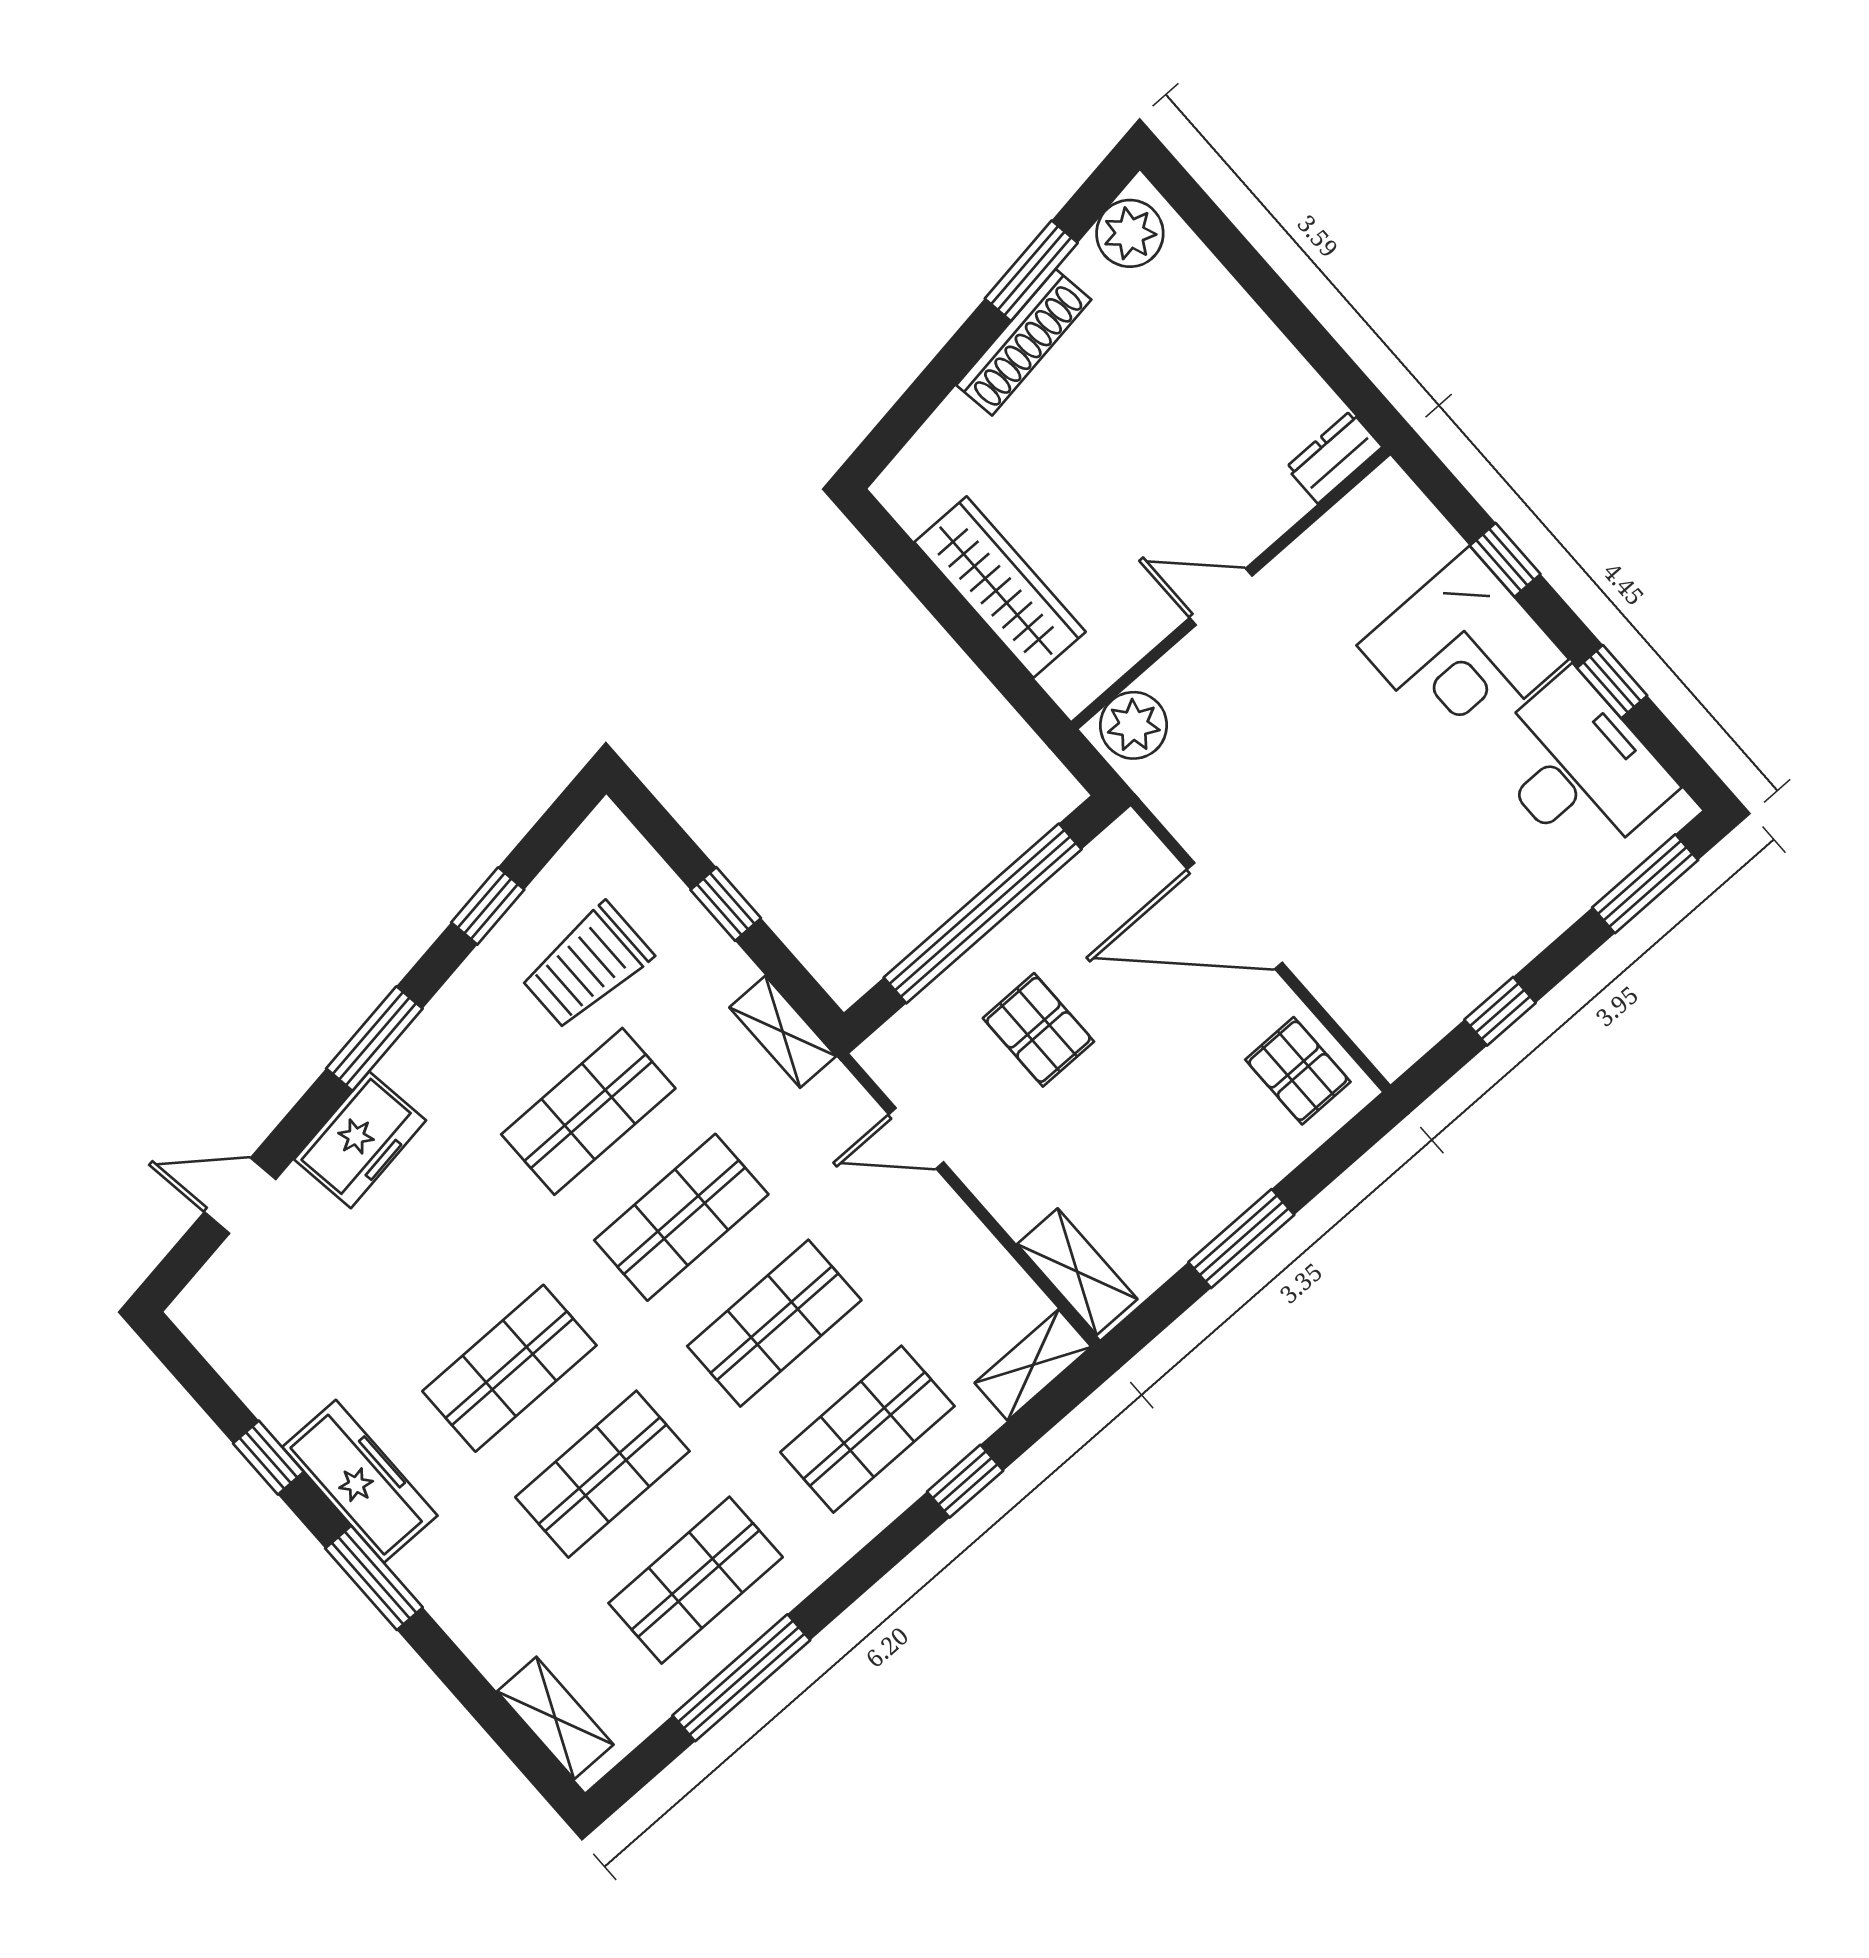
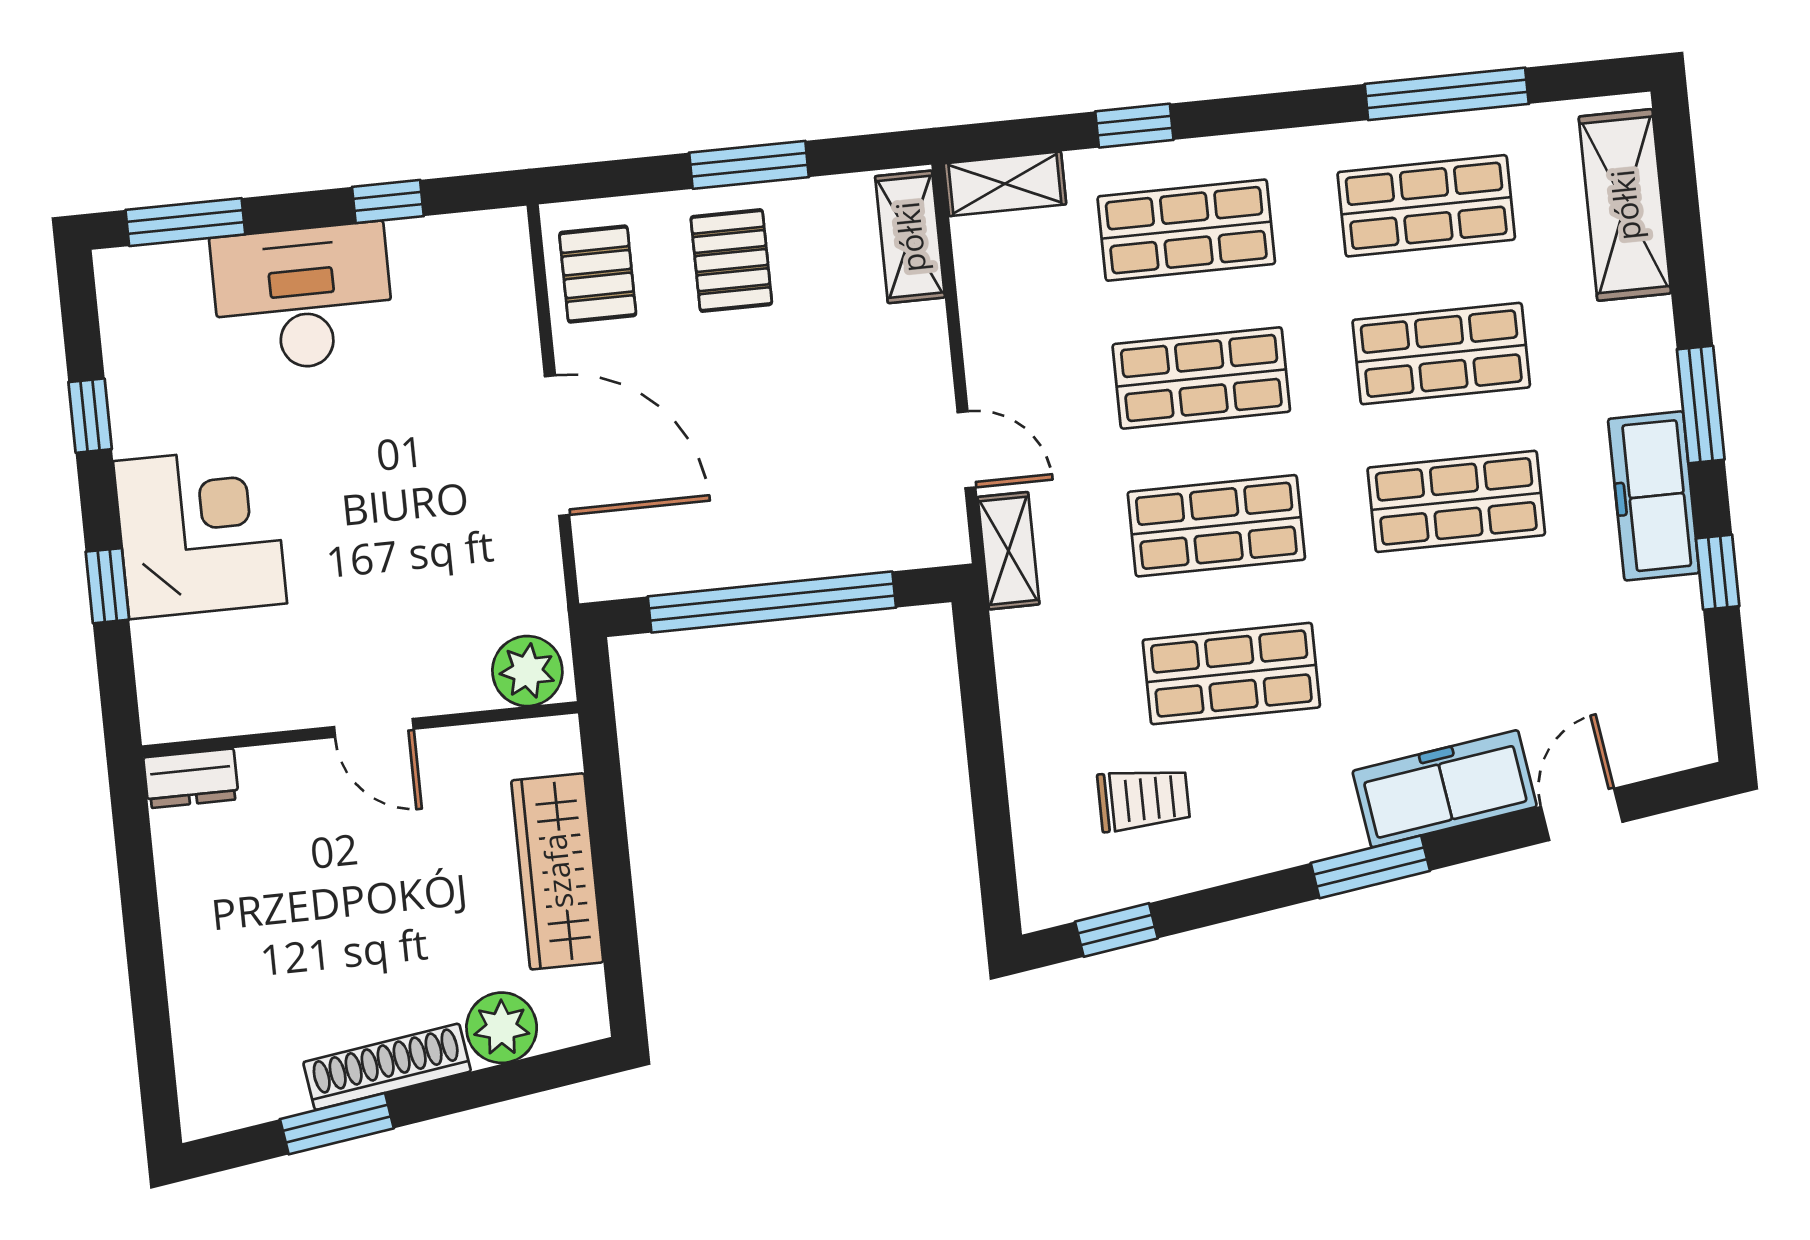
plant: (1130, 233) -> (502, 1028), moved
desk: (1578, 768) -> (303, 298), moved, turned 90
window: (726, 904) -> (987, 767), removed
window: (488, 906) -> (1116, 930), moved
trolley: (587, 966) -> (1144, 799), width x0.73, depth x0.72
pallet: (1038, 1030) -> (731, 261), moved
shelving: (783, 1032) -> (1008, 551), moved
freezer: (360, 1140) -> (1445, 789), width x1.40
door: (240, 1196) -> (1582, 814), swing flipped
shelving: (555, 1718) -> (1625, 205), width x1.50, depth x1.33

